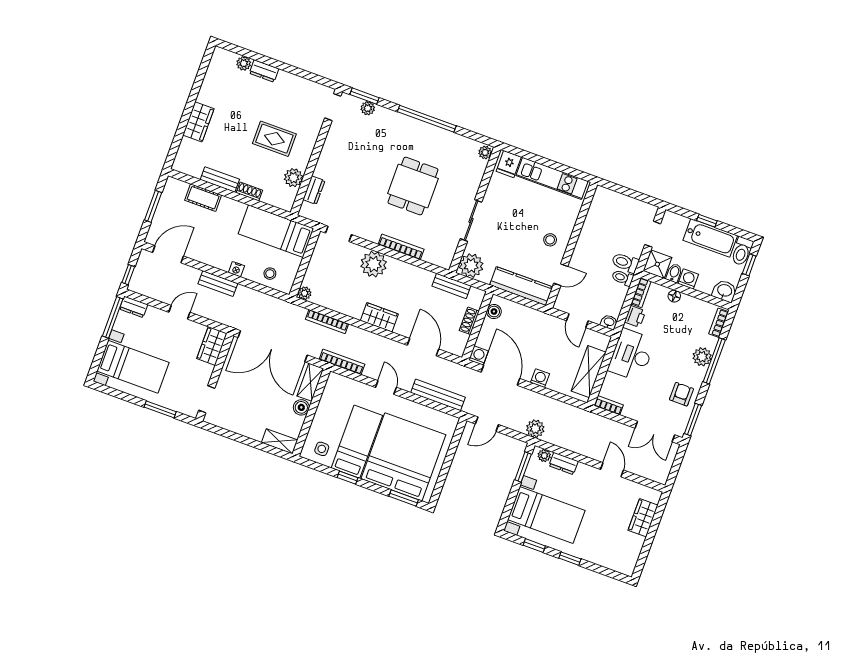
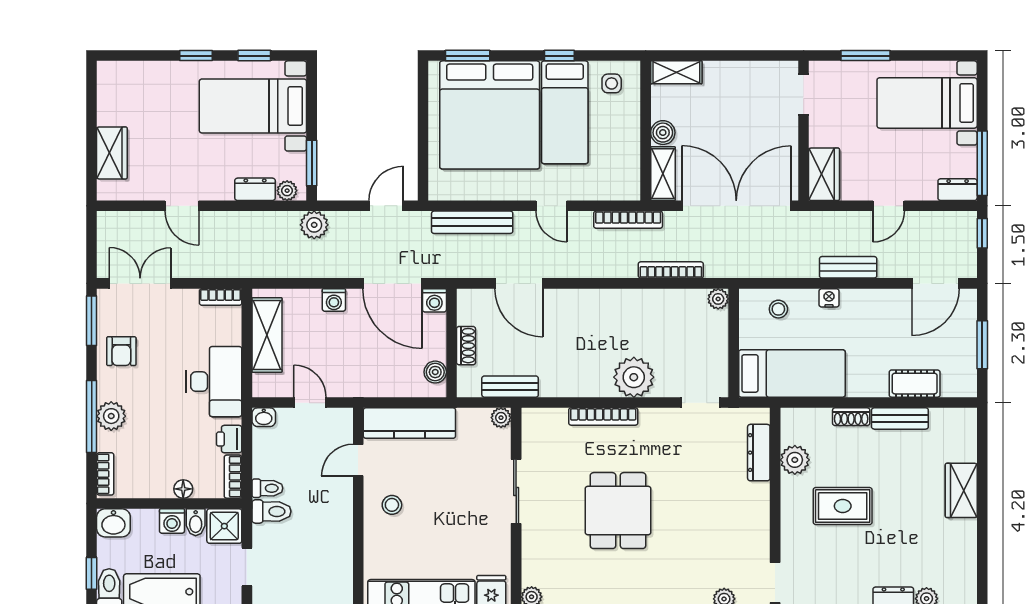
dresser: (314, 190) -> (759, 453), width x1.44
plant: (471, 266) -> (501, 418), width x0.53, depth x0.53
wardrobe: (379, 317) -> (597, 304), removed

